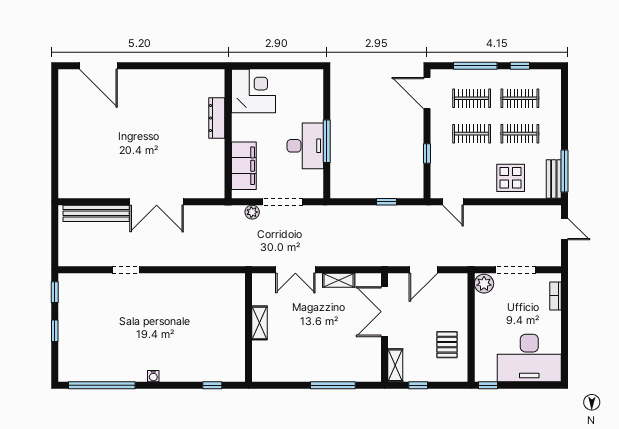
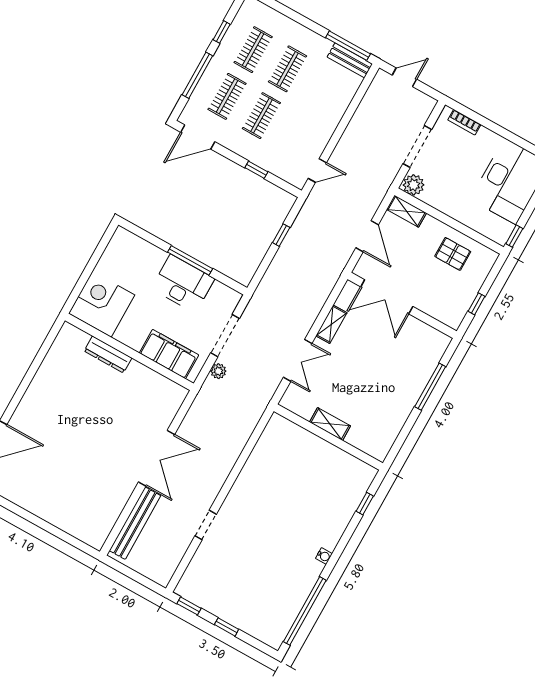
display table: (511, 178) -> (325, 102), removed
shelving: (395, 365) -> (406, 211), moved

